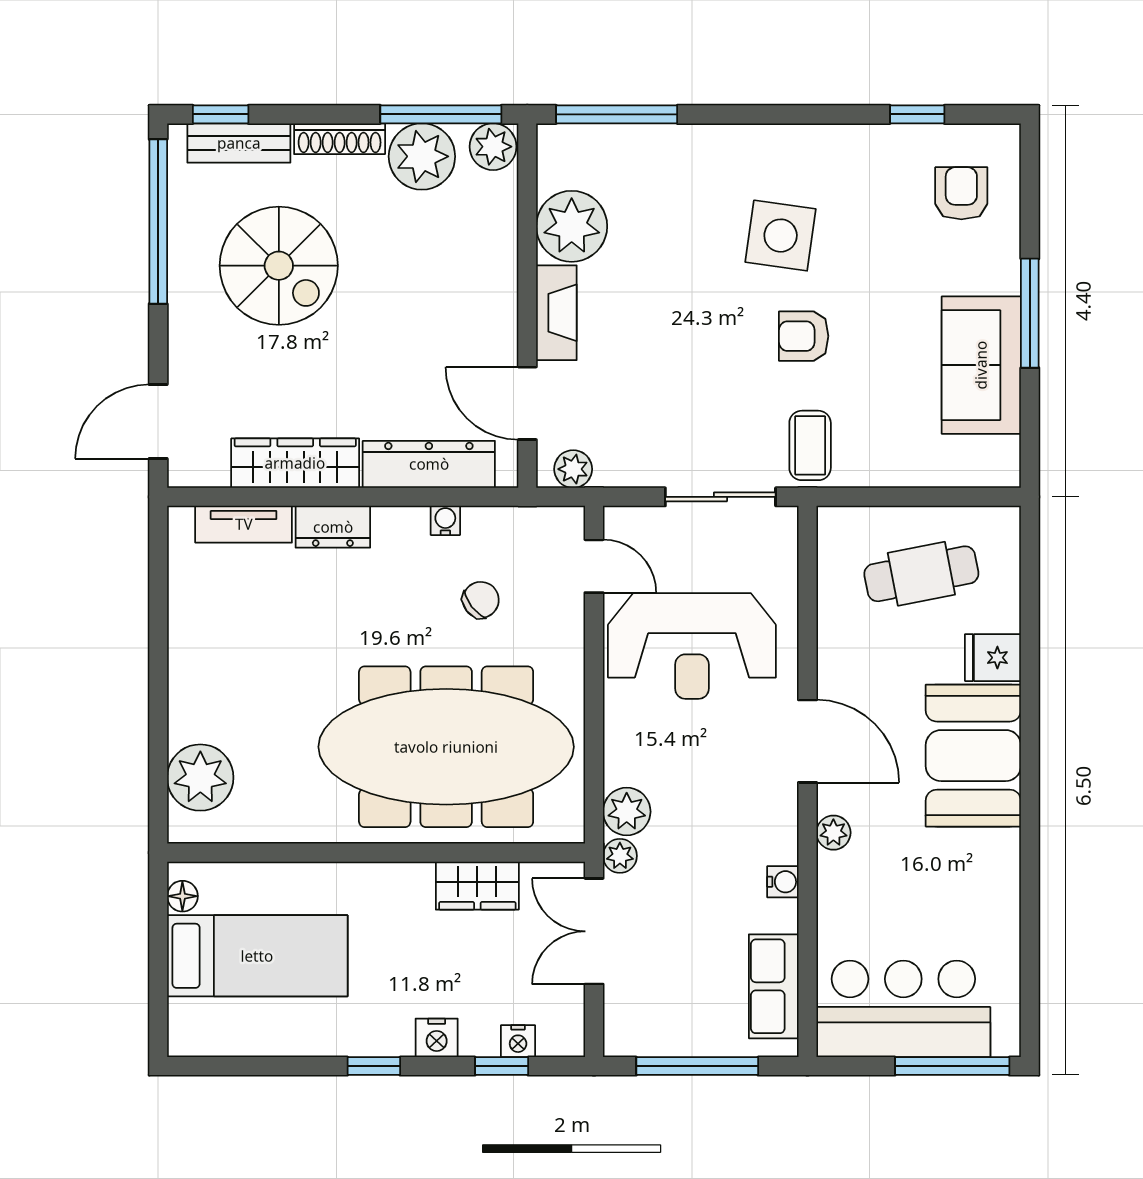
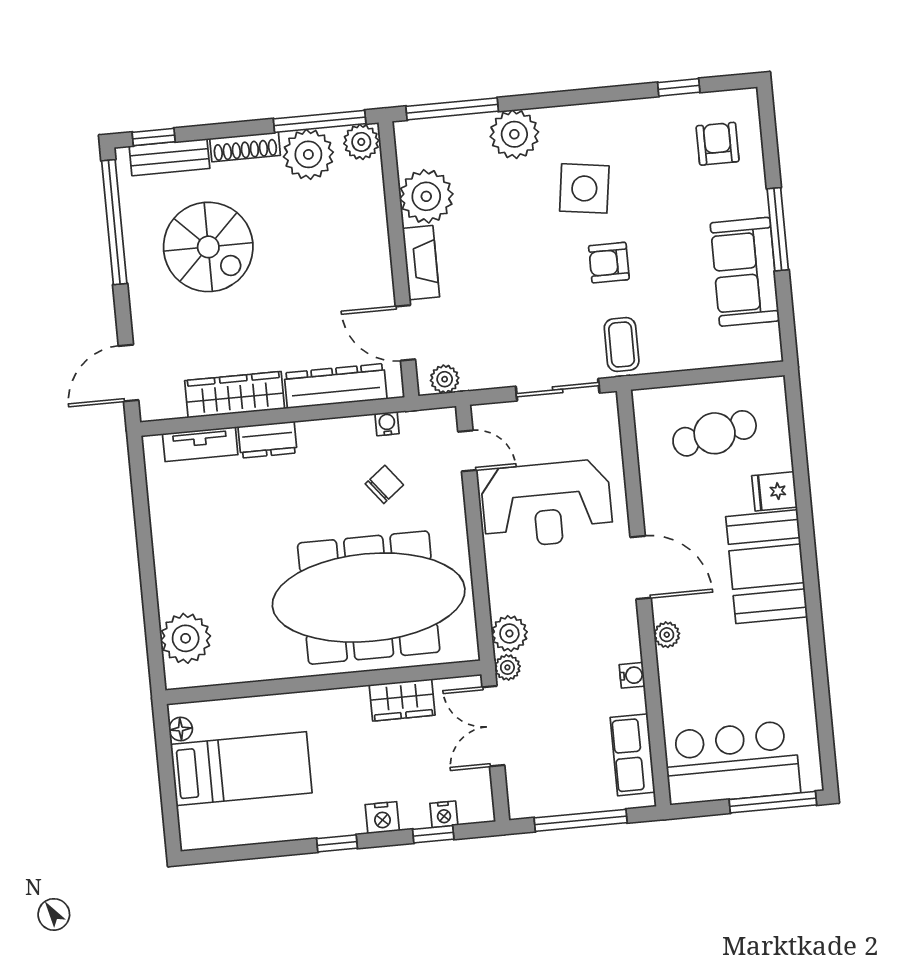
plant: (695, 156) -> (514, 134), added
water cooler: (445, 520) -> (387, 424), moved

